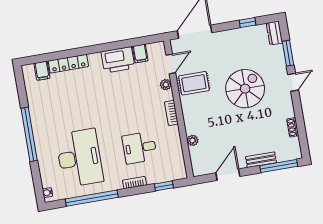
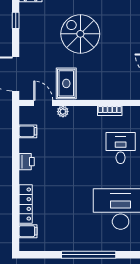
printer: (118, 60) -> (27, 162), width x0.53, depth x0.68
bookcase: (171, 113) -> (110, 111), moved
plant: (193, 140) -> (122, 95), removed
desk: (140, 148) -> (121, 148), turned 180

